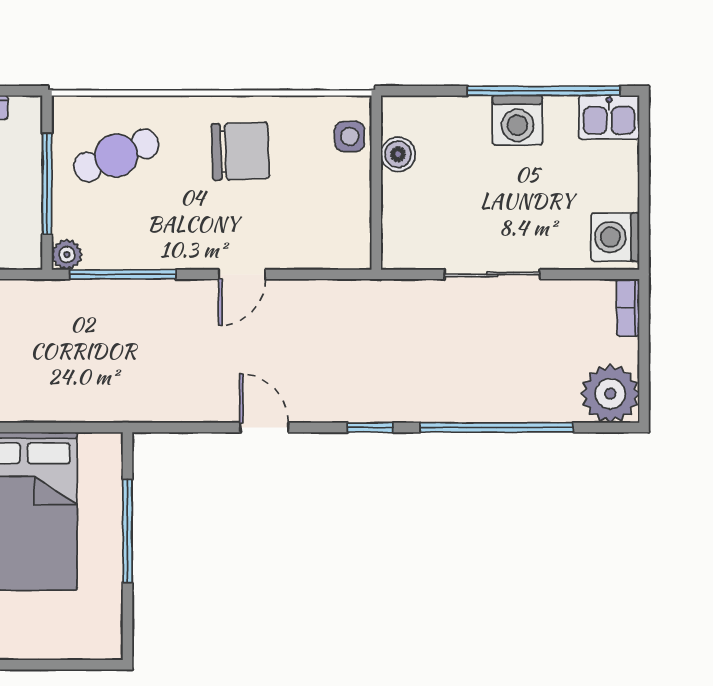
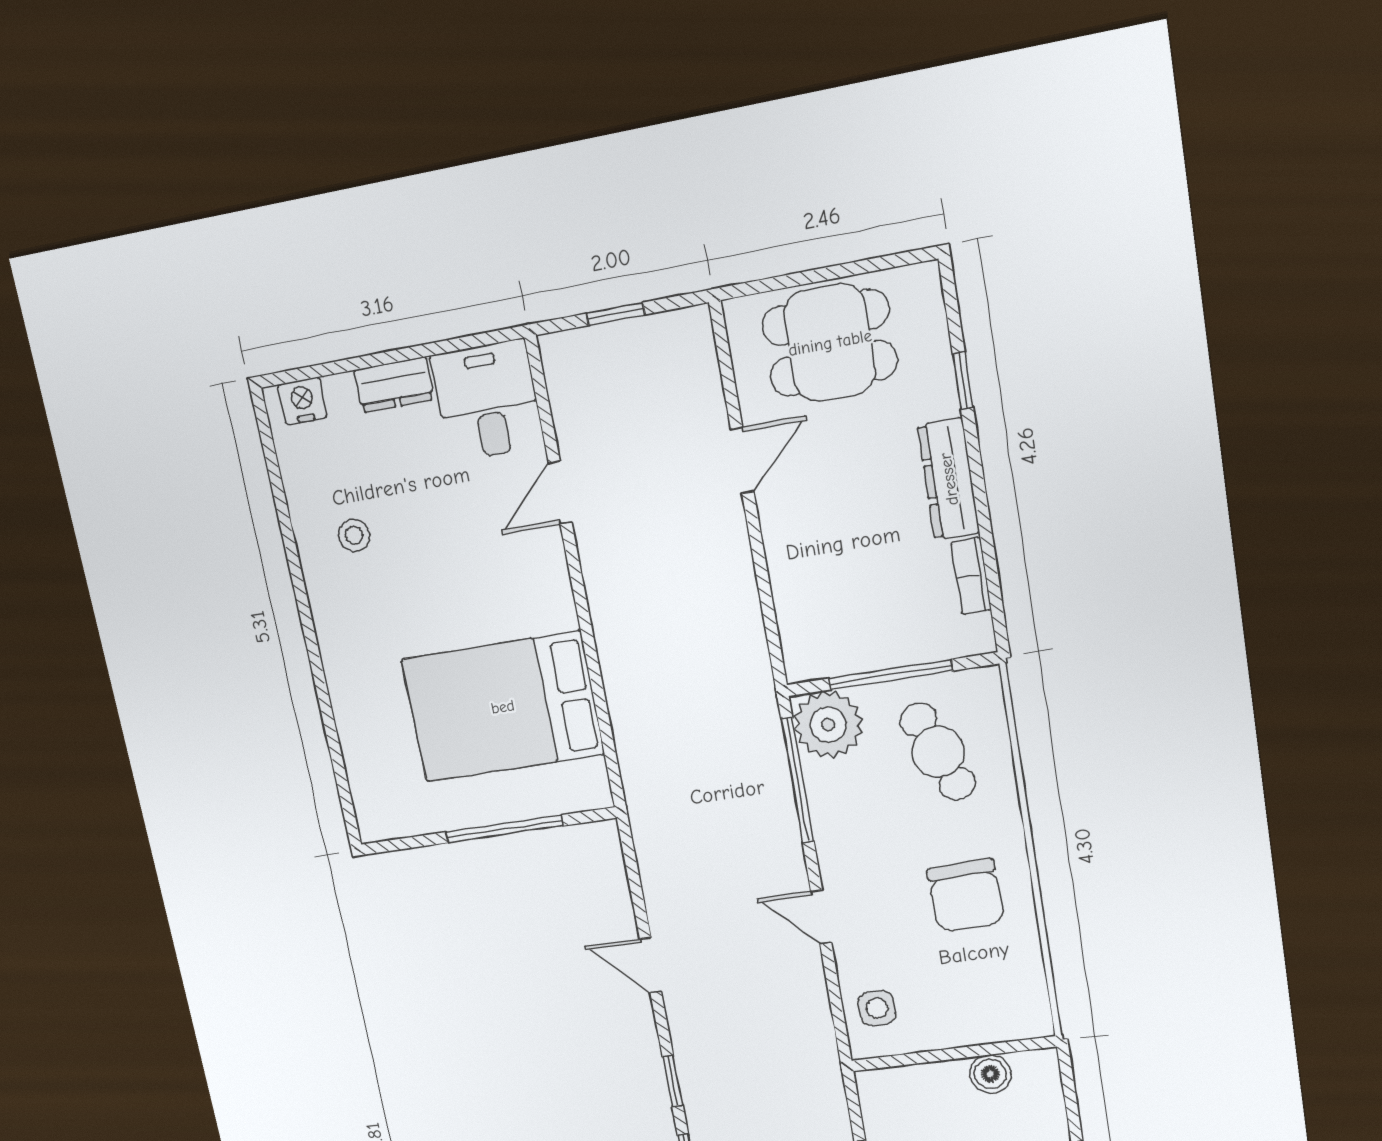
side table: (350, 136) -> (877, 1008), moved
plant: (67, 255) -> (828, 725), width x1.87, depth x1.87
door: (264, 427) -> (651, 965), swing flipped

